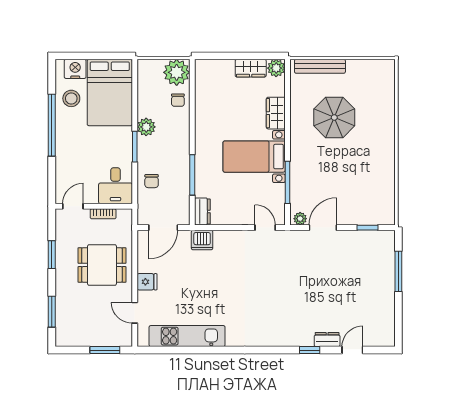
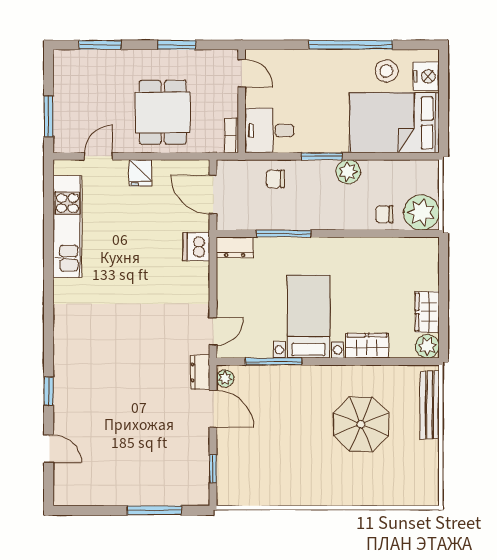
bookcase: (103, 214) -> (231, 136), moved
dresser: (327, 340) -> (200, 372), moved, turned 180

